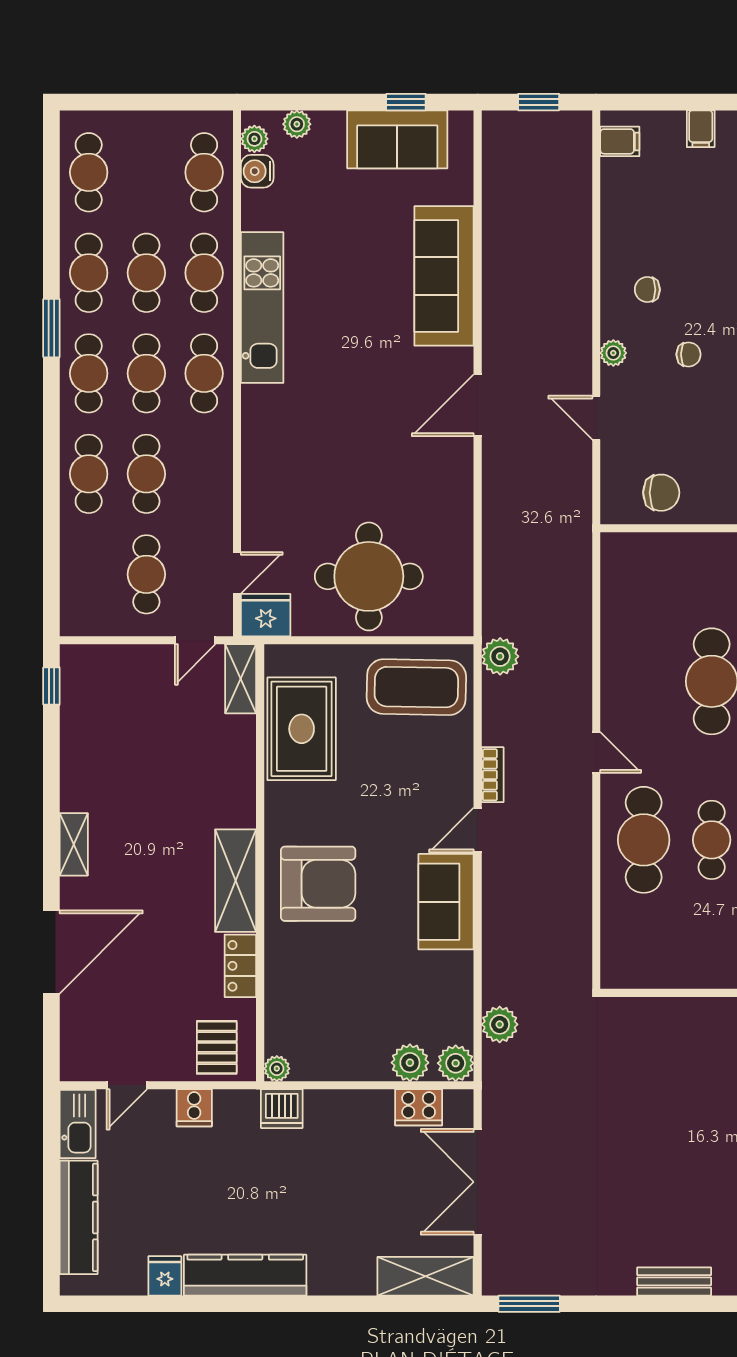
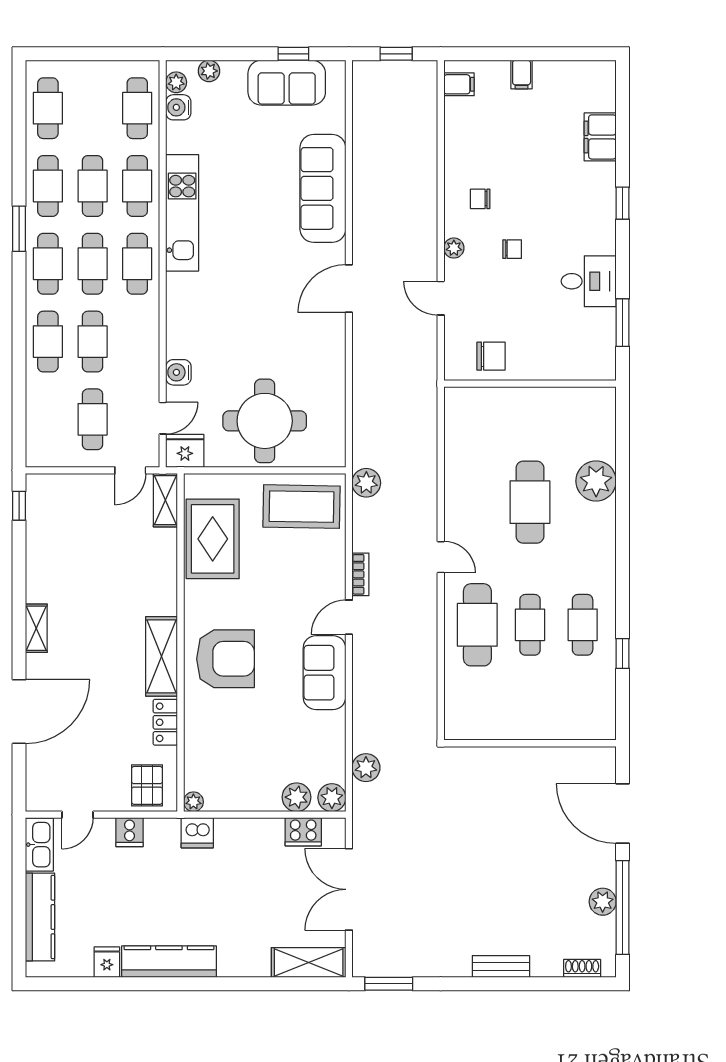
water cooler: (257, 514) -> (178, 372), added

